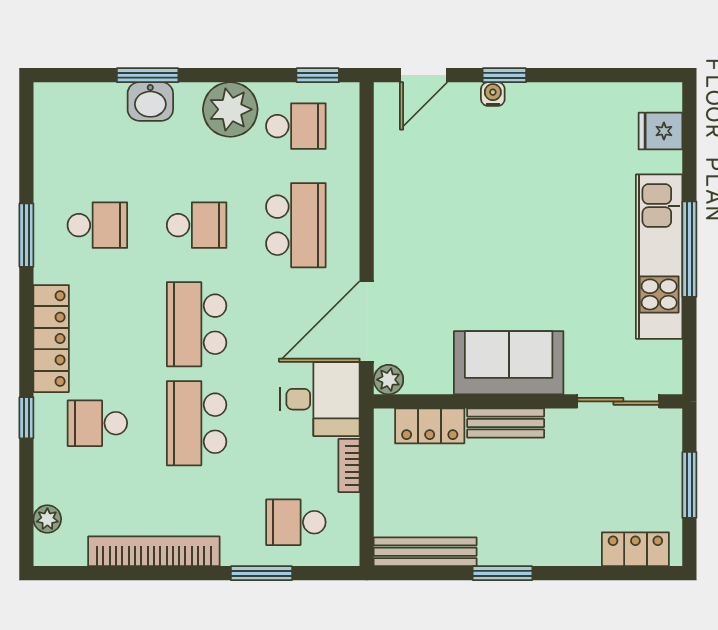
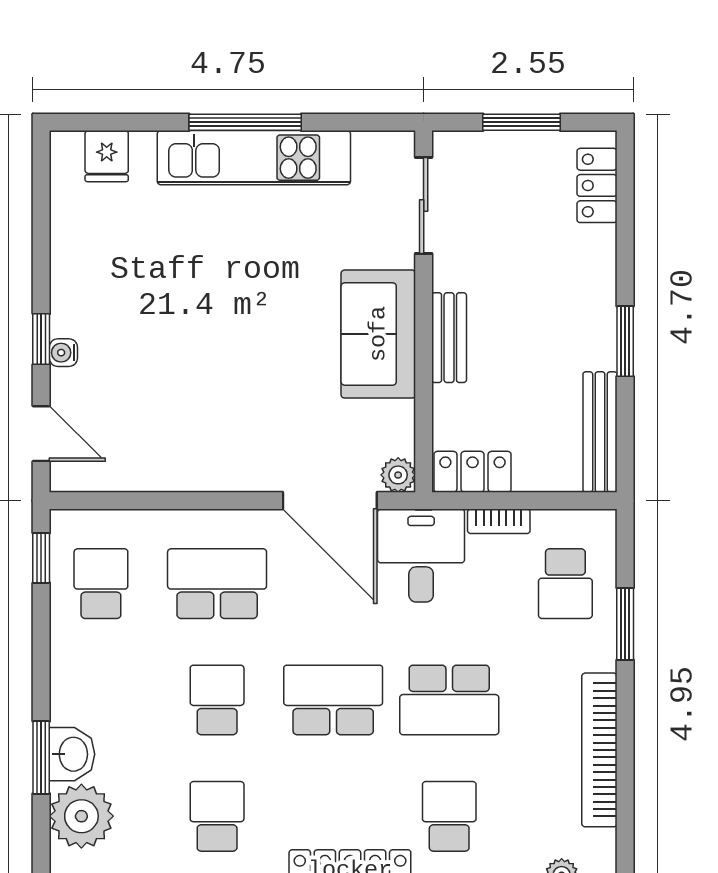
plant: (230, 109) -> (81, 816), moved
school desk: (197, 324) -> (333, 700), turned 180
school desk: (97, 423) -> (449, 816), turned 180
locker: (430, 426) -> (473, 472), moved, turned -90

